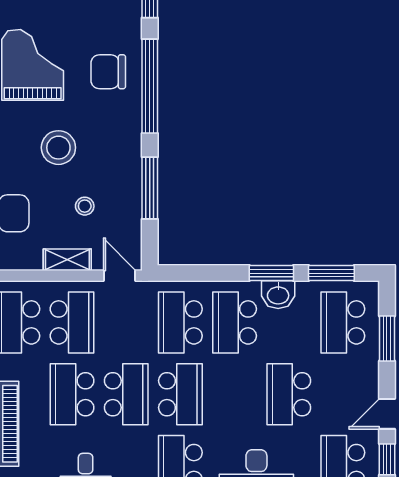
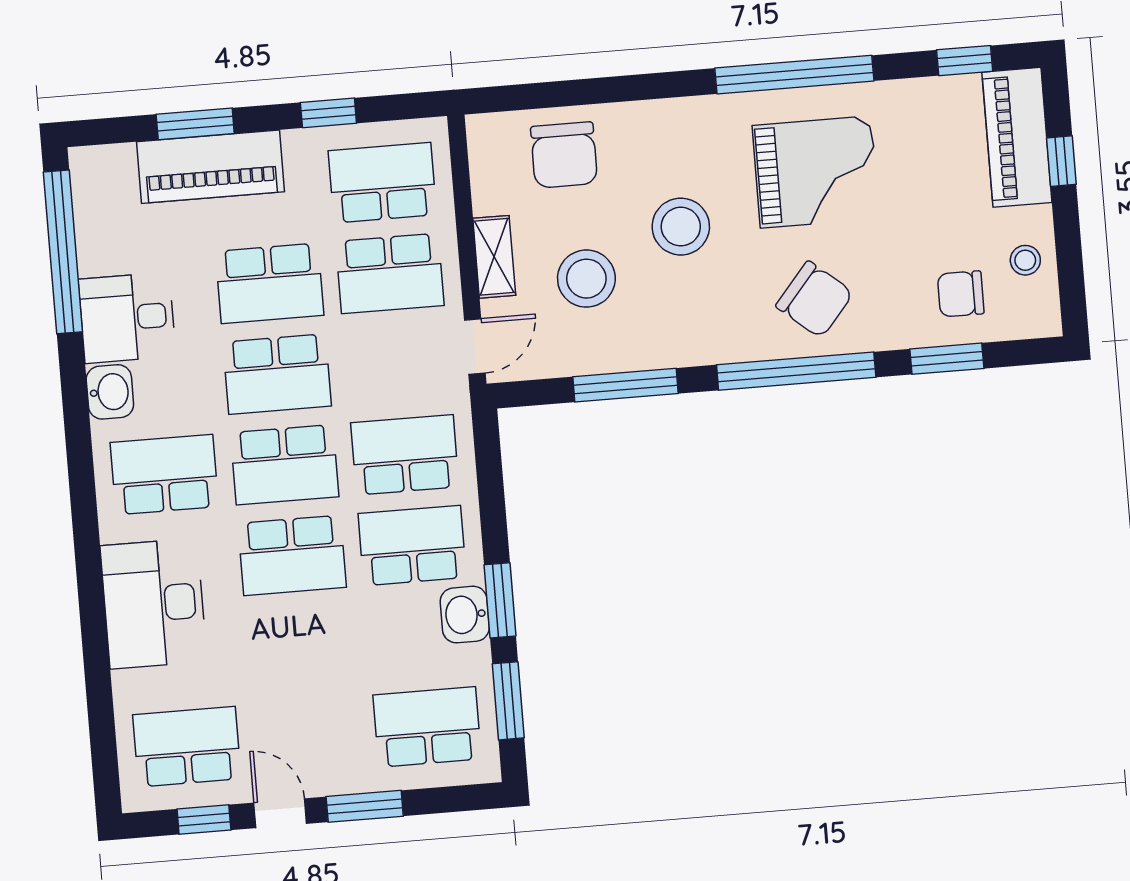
chair: (108, 72) -> (815, 299), turned 130
stool: (85, 206) -> (586, 279), width x1.89, depth x1.89
window: (387, 338) -> (365, 806), moved
school desk: (72, 394) -> (270, 283), turned 180
school desk: (289, 394) -> (292, 555), moved, turned 180

